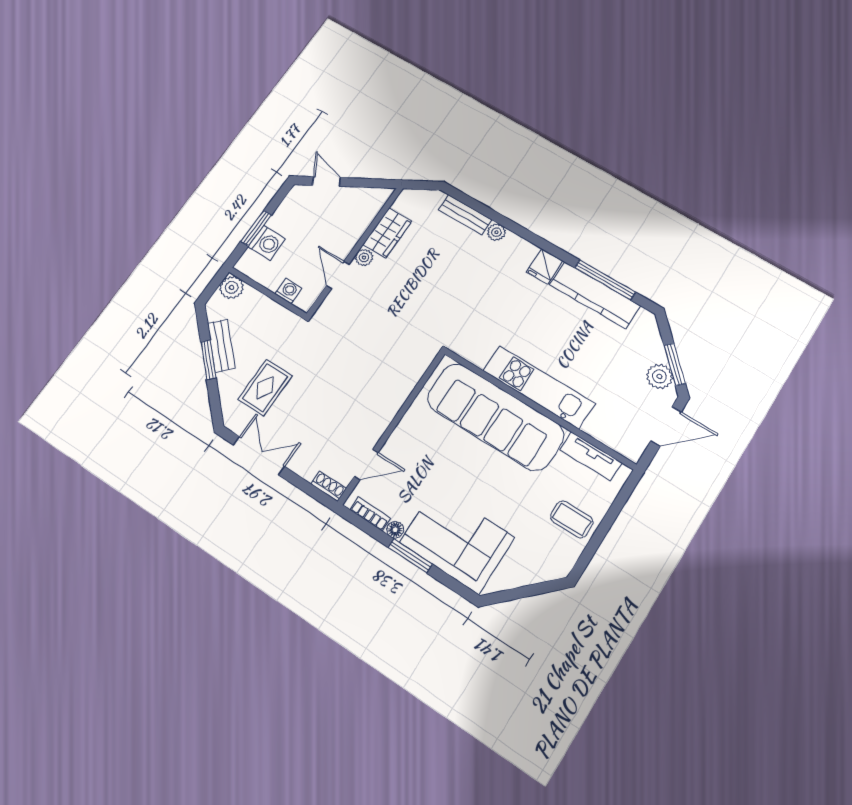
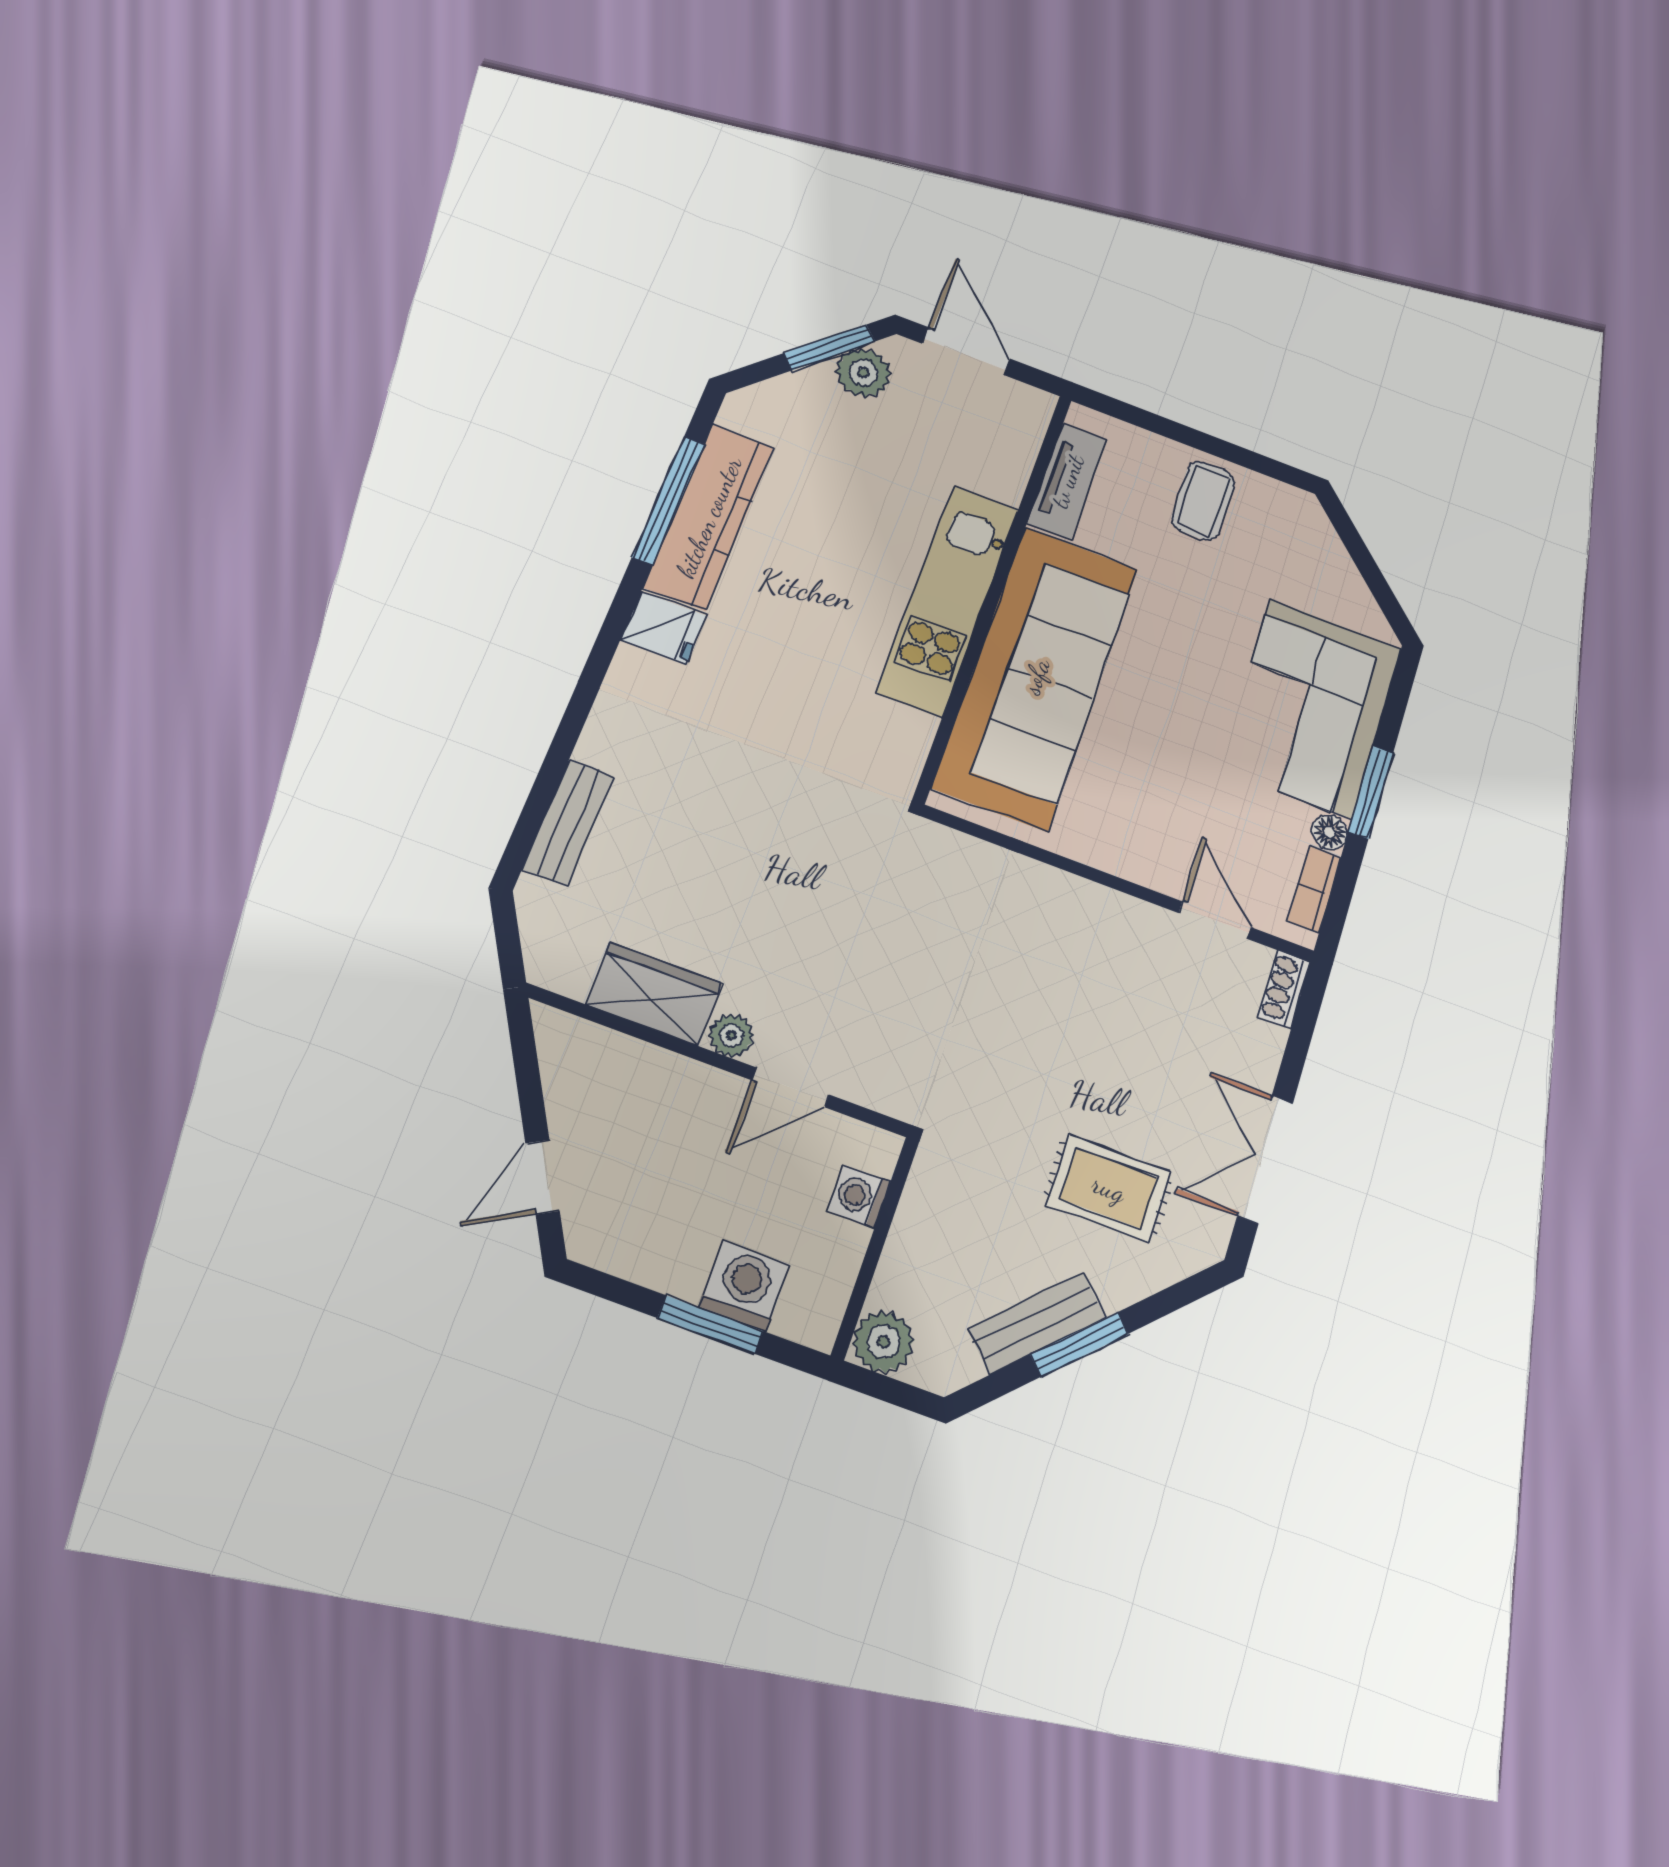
plant: (496, 232) -> (599, 745), removed

